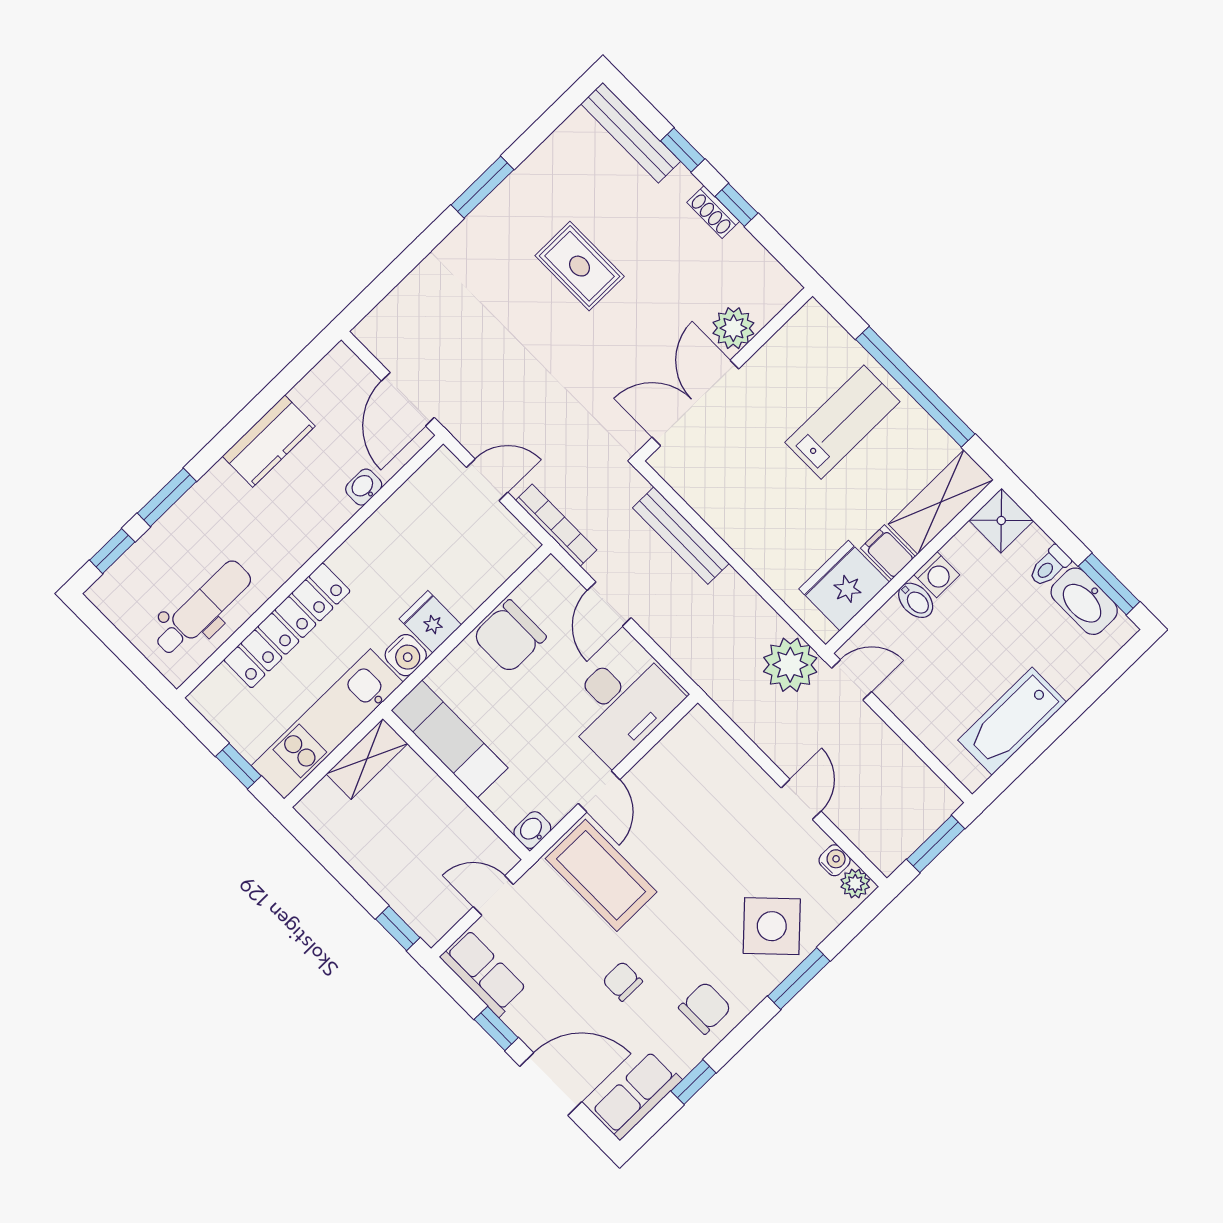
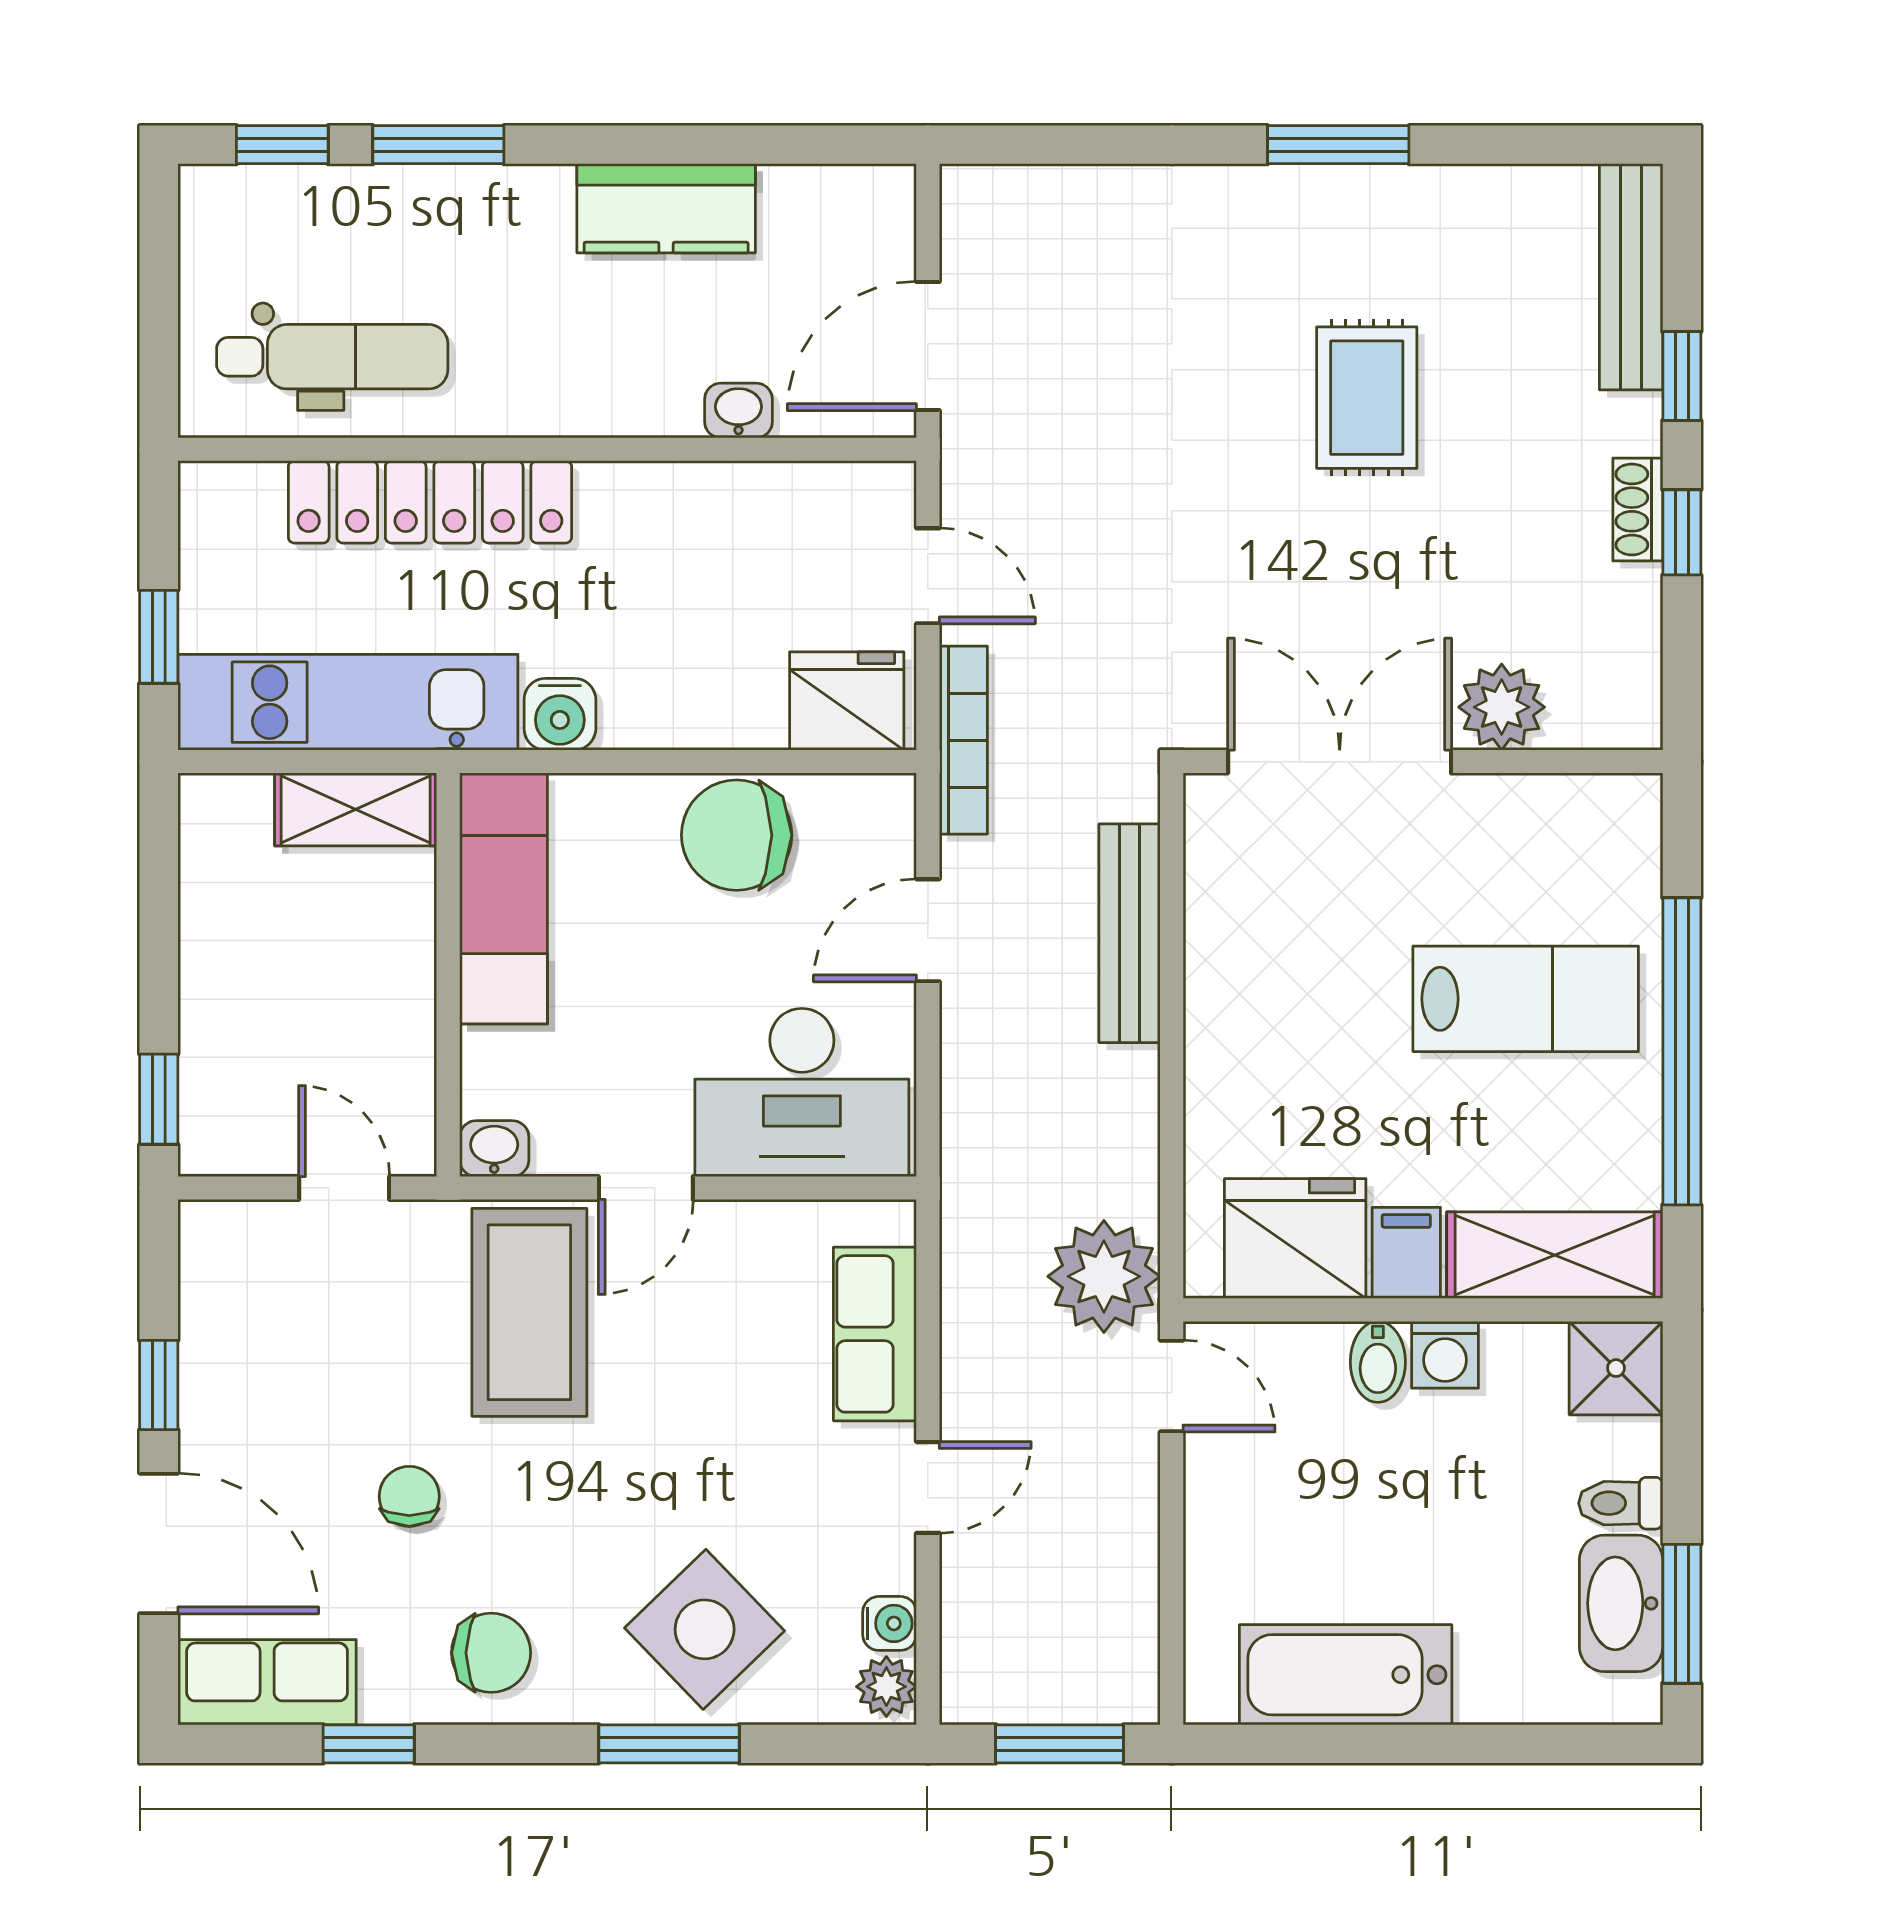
fridge: (430, 622) -> (847, 701), moved, width x1.38
row of seats: (483, 973) -> (875, 1334), moved, turned 180

